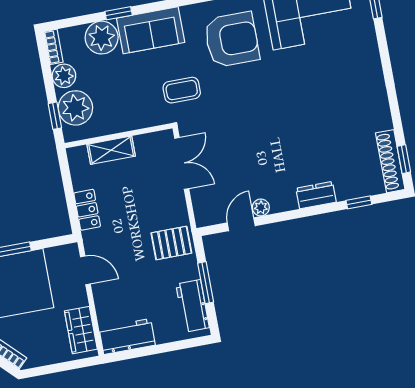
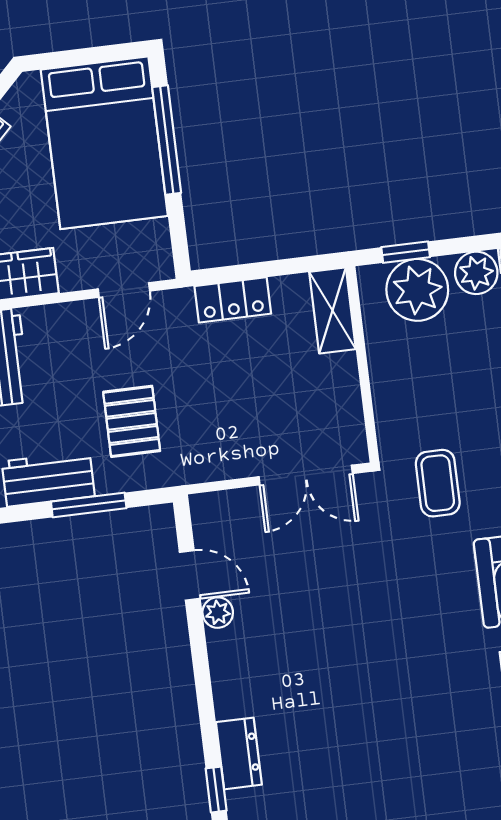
shelving: (111, 150) -> (333, 310), moved
dresser: (316, 195) -> (239, 753), moved
pallet: (171, 243) -> (132, 421), moved

